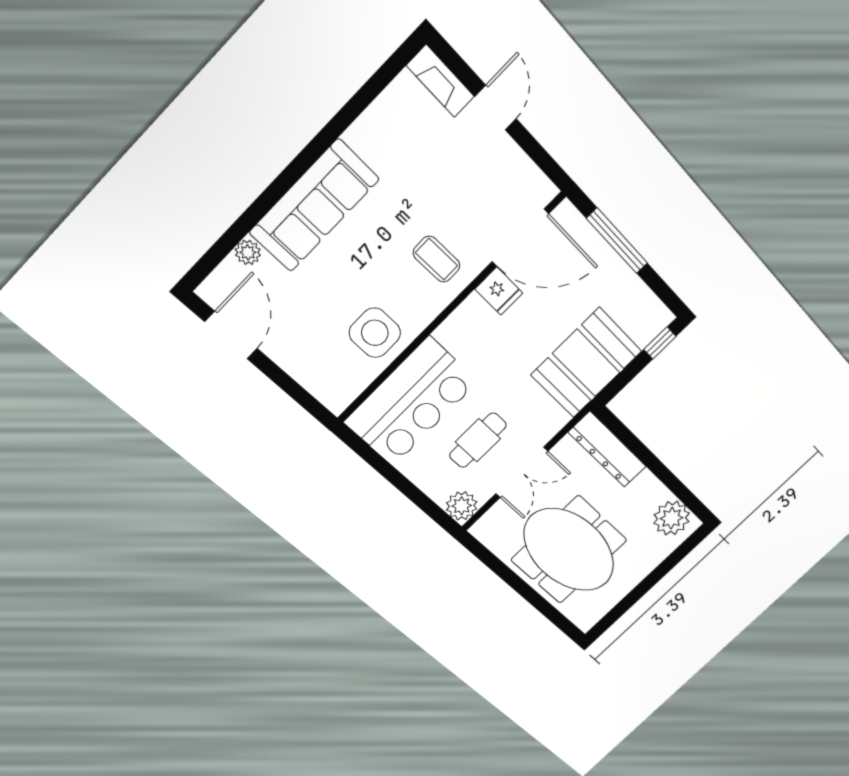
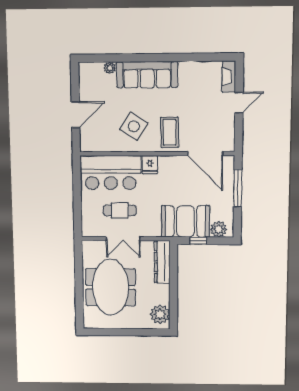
coffee table: (437, 259) -> (170, 132), width x1.36, depth x1.30
fridge: (499, 291) -> (150, 165), moved
side table: (375, 333) -> (134, 126), moved, turned 32
door: (231, 335) -> (76, 115), moved
window: (660, 343) -> (198, 241), moved
plant: (462, 506) -> (219, 229), moved

